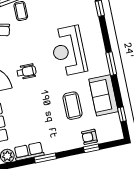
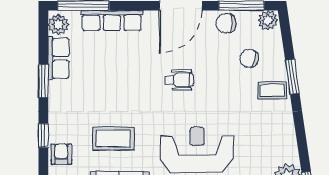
wheelchair: (26, 72) -> (179, 80), turned -90
window: (91, 148) -> (43, 136), moved

